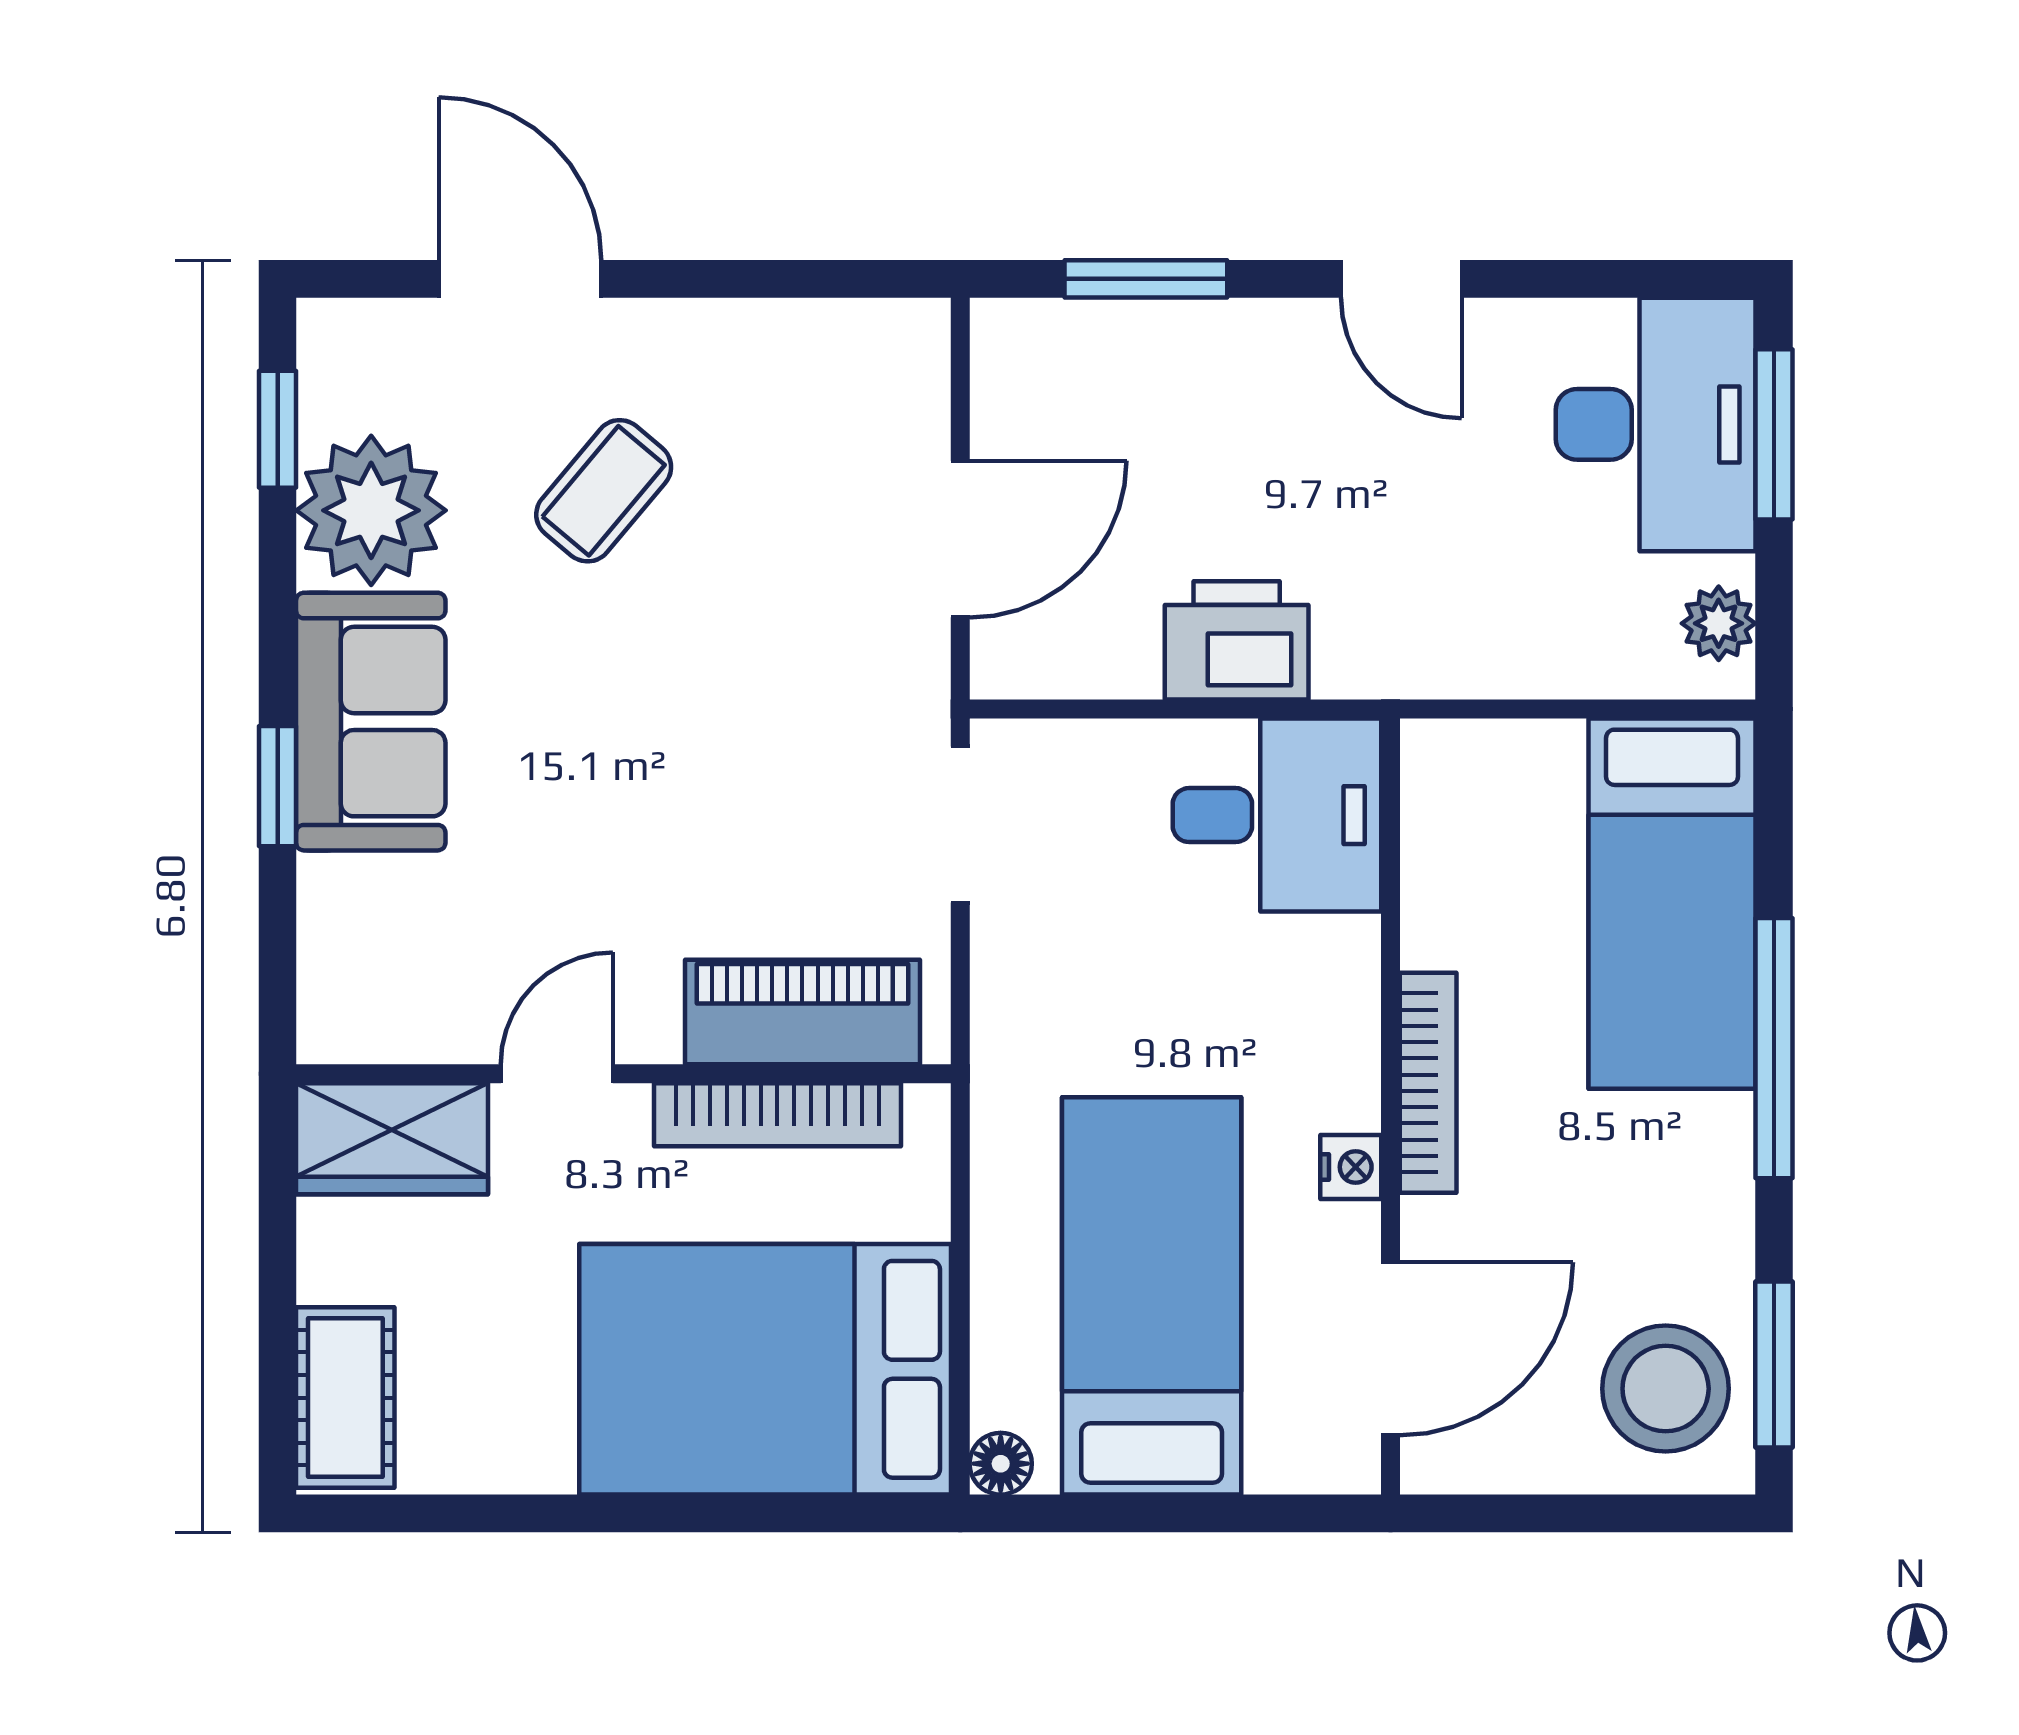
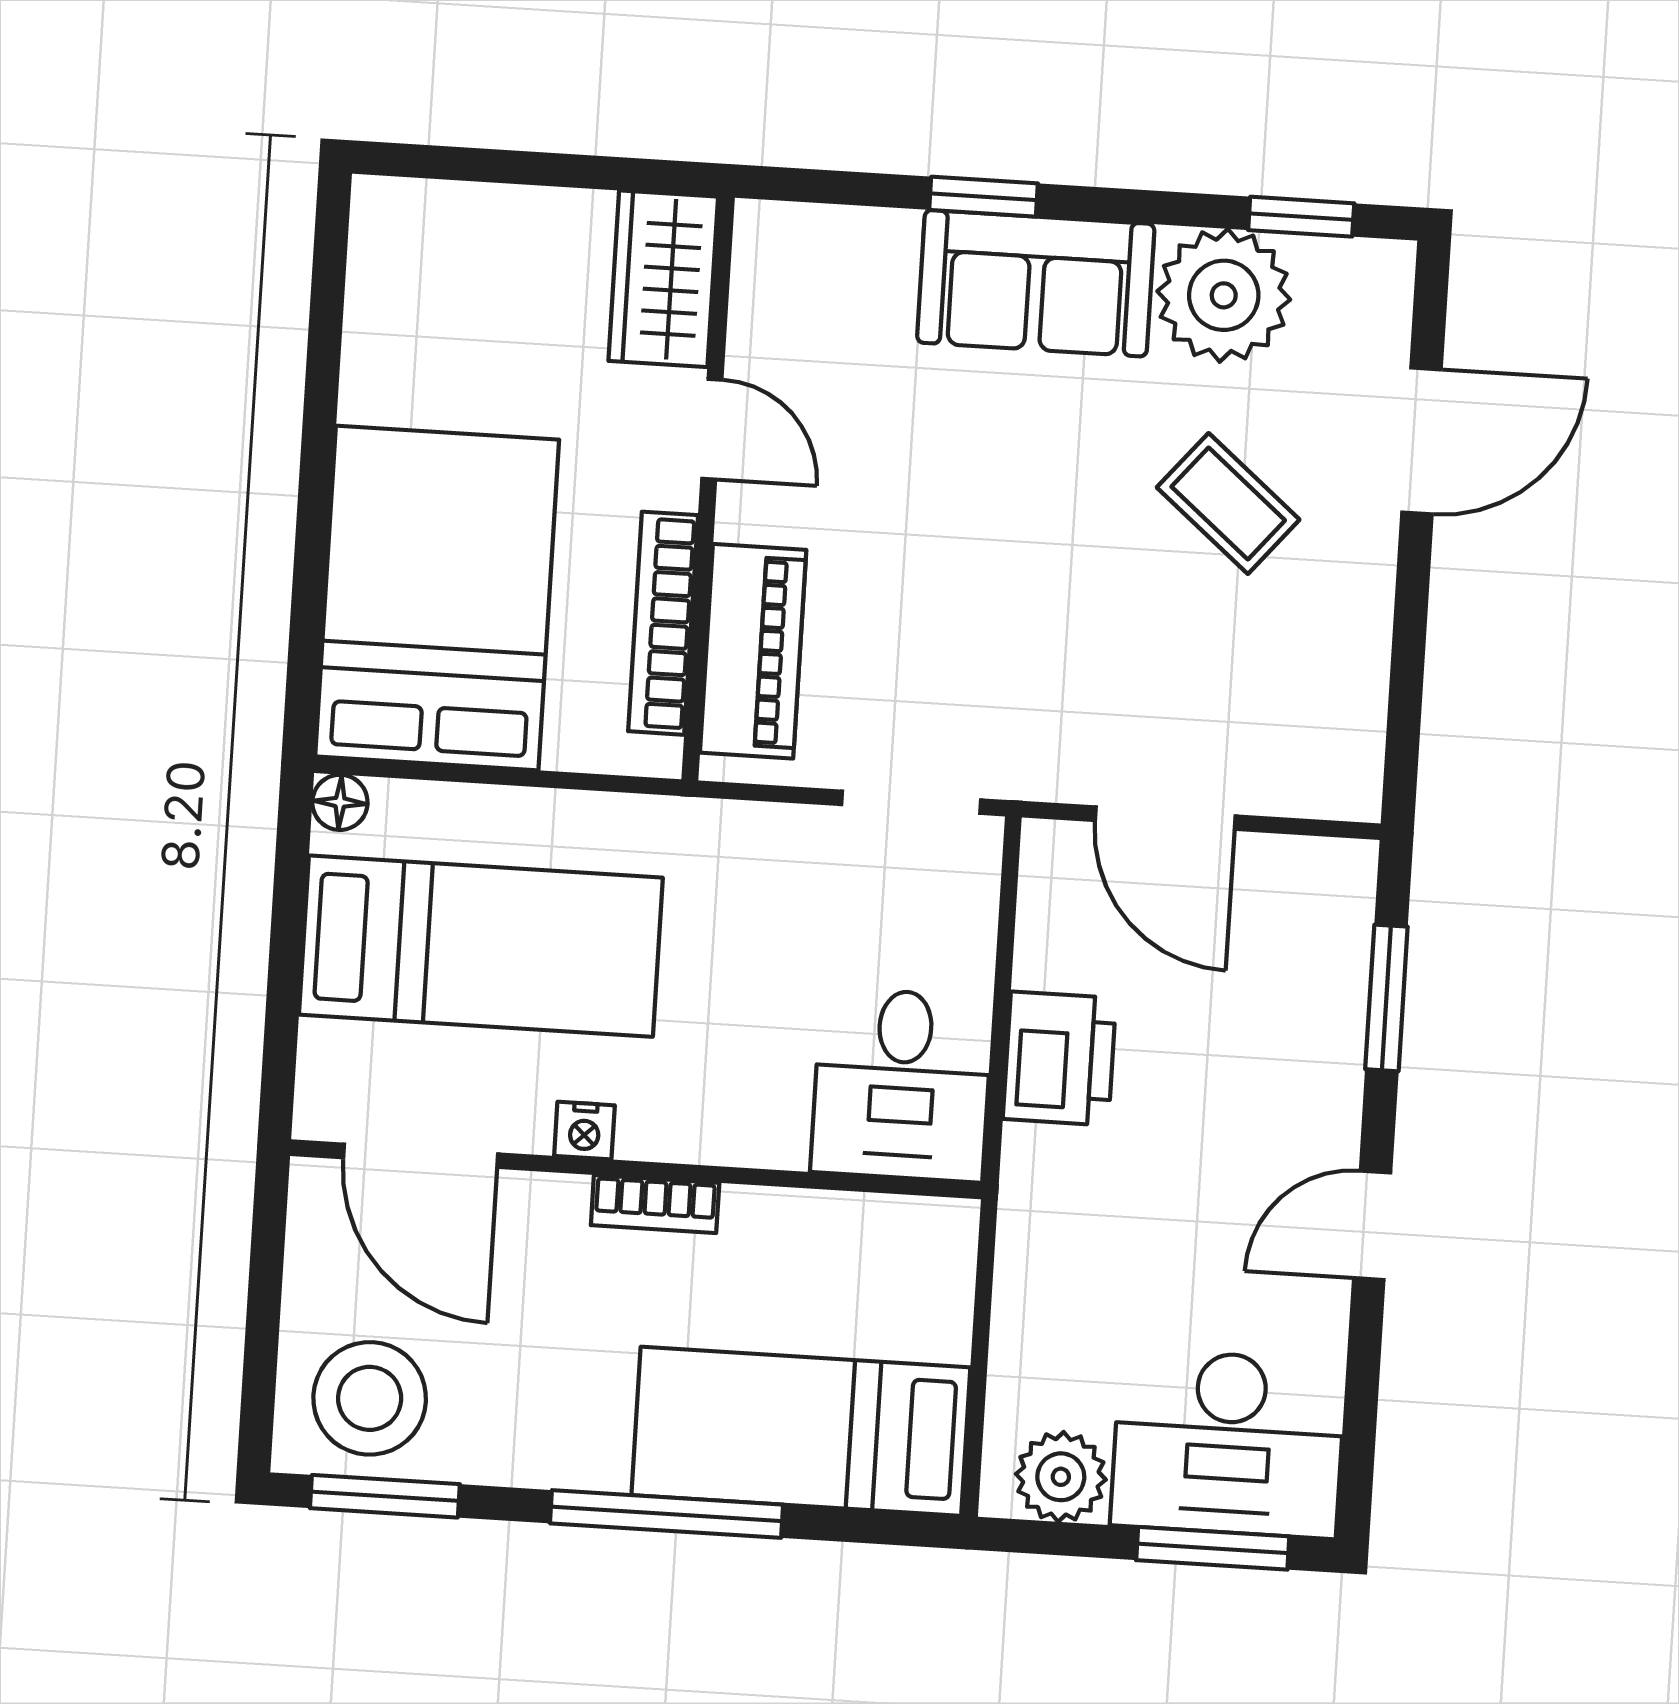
plant: (1719, 623) -> (1061, 1477), width x1.38, depth x1.38
bookcase: (1428, 1083) -> (655, 1204), width x0.64
cot: (345, 1398) -> (436, 223), removed

